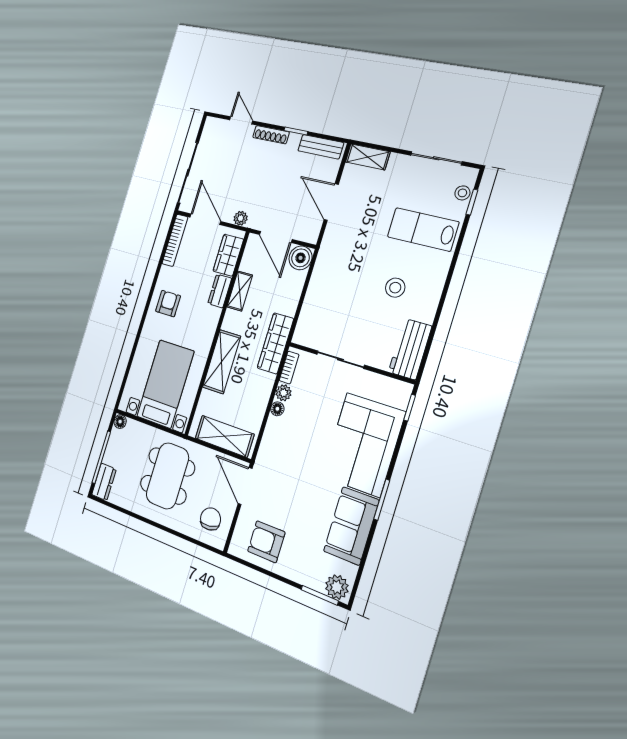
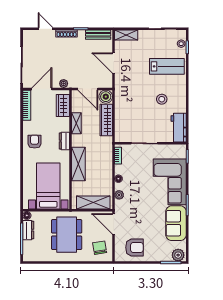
door: (205, 219) -> (42, 89), hinge flipped
lab bench: (423, 229) -> (167, 66), turned 180
dresser: (220, 291) -> (64, 141), moved
wardrobe: (275, 343) -> (106, 120), moved
plant: (284, 393) -> (119, 195), moved
dresser: (104, 482) -> (28, 230), moved
armchair: (266, 542) -> (134, 247), turned 180

